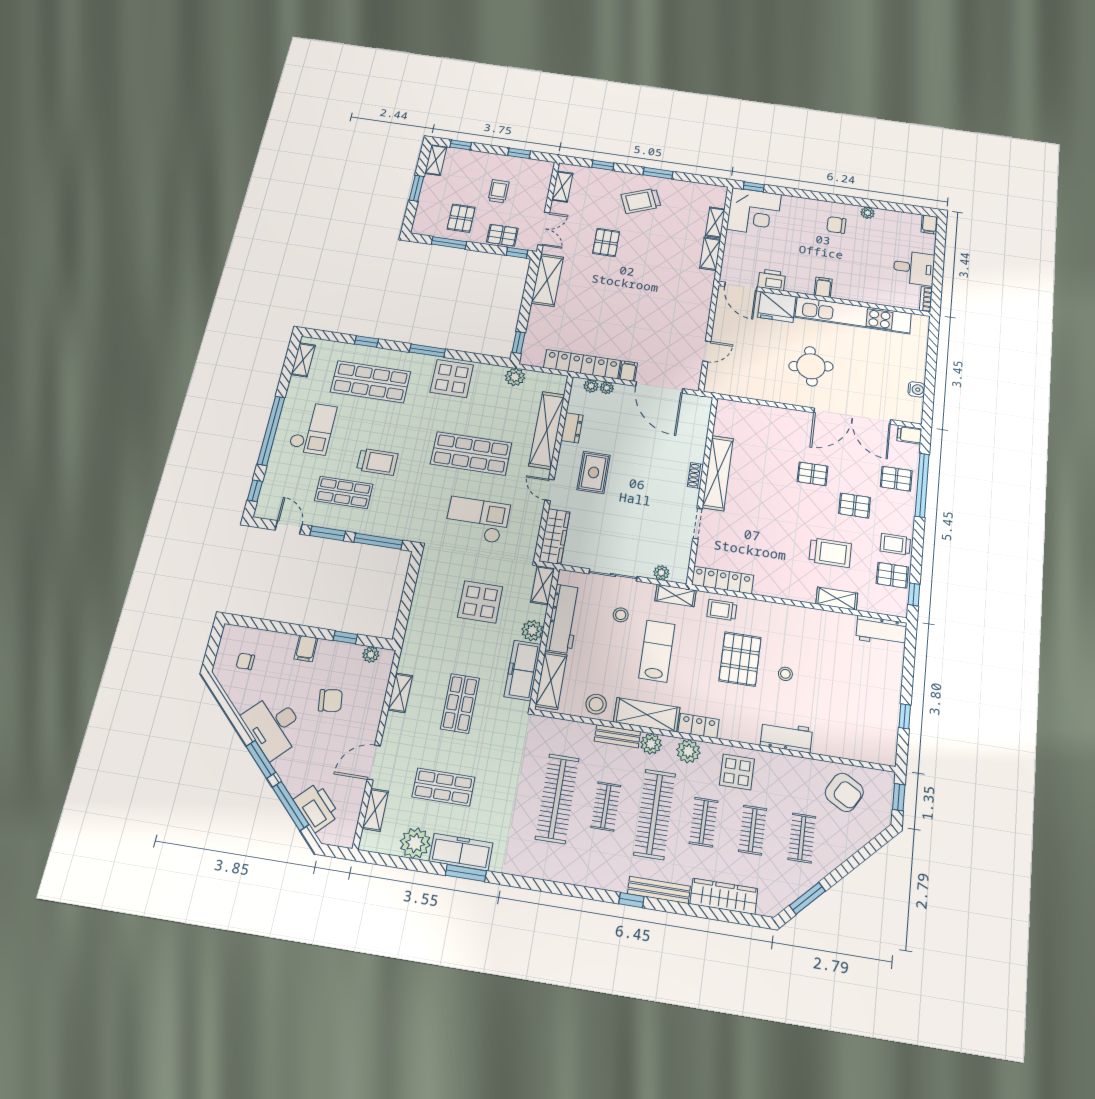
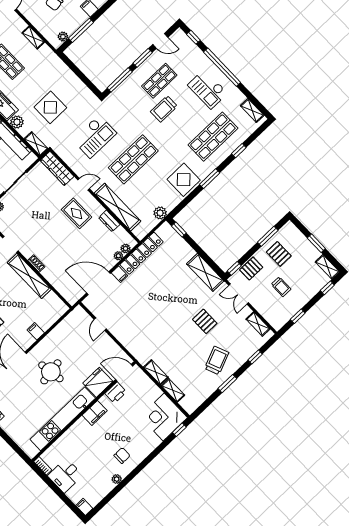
filing cabinet: (823, 287) -> (95, 413), width x2.00
filing cabinet: (778, 417) -> (36, 331), added
window: (345, 637) -> (81, 30), width x2.17

